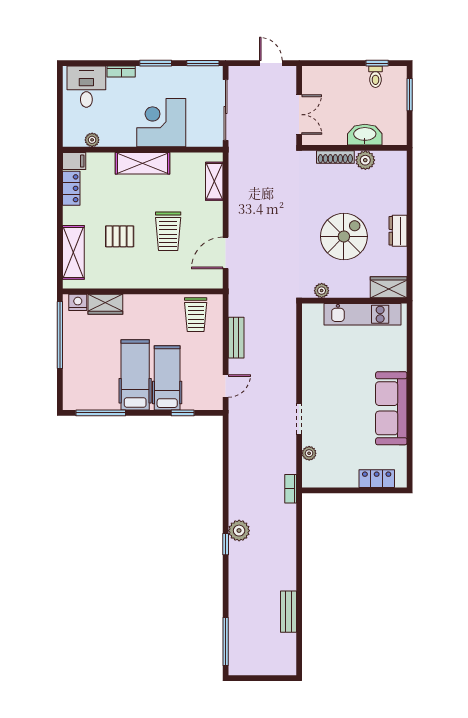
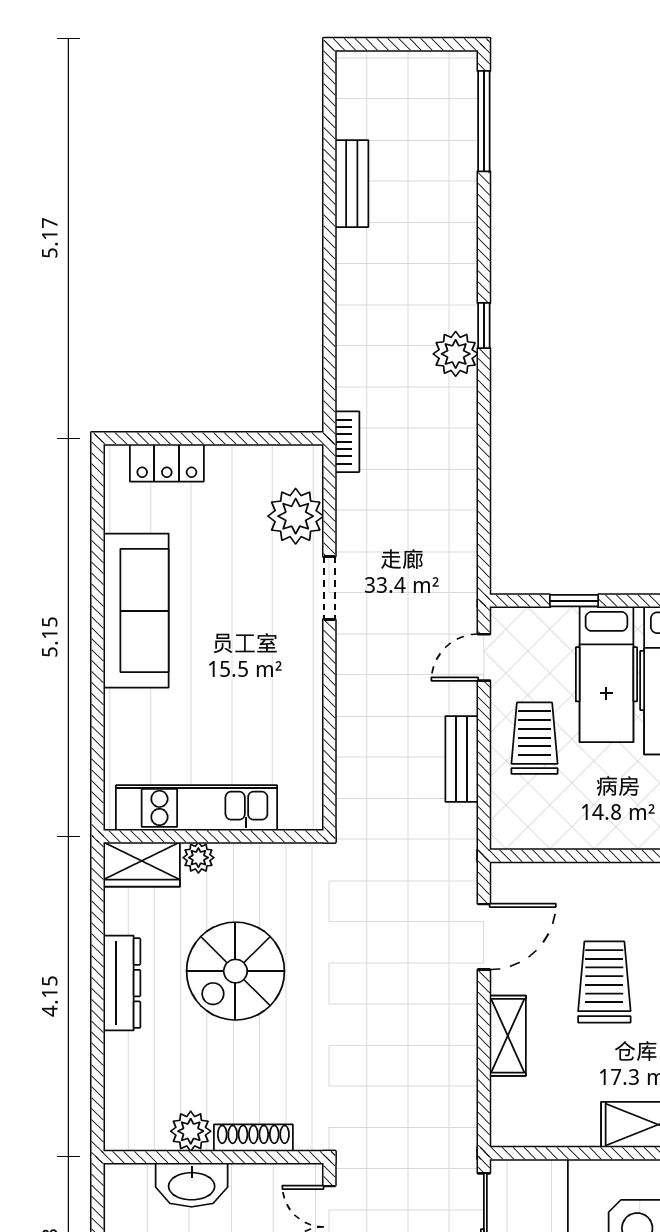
shelving: (214, 181) -> (508, 1036), moved
dresser: (398, 231) -> (122, 983), width x1.44
plant: (322, 291) -> (198, 858), moved
trolley: (196, 315) -> (535, 738), moved
plant: (309, 453) -> (296, 516), width x1.87, depth x1.87

